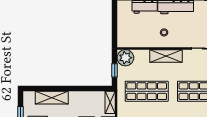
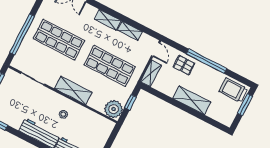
shelving: (52, 98) -> (192, 100), moved

